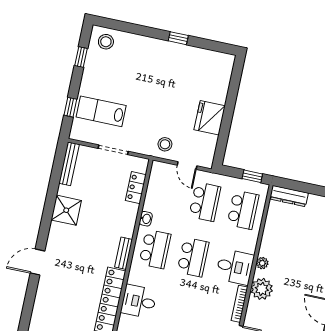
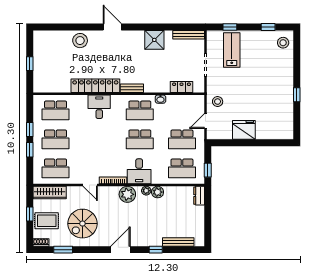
dresser: (289, 196) -> (199, 196), width x0.70
plant: (267, 249) -> (158, 192), added
stool: (46, 308) -> (80, 41), added

